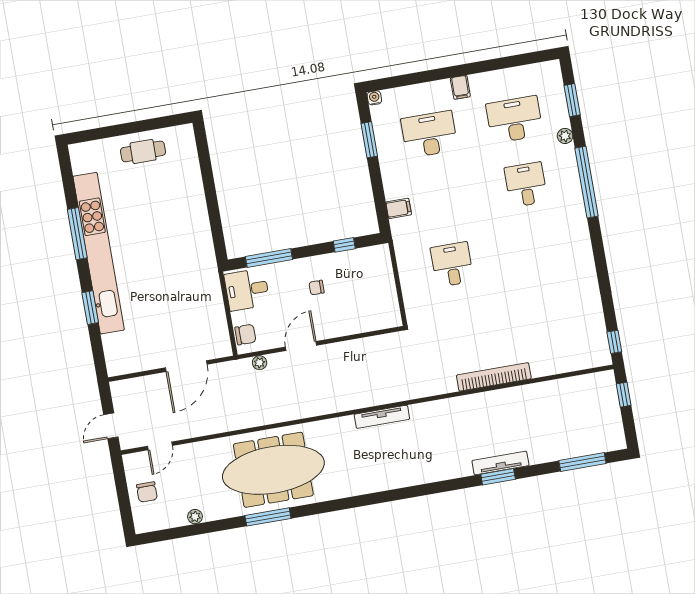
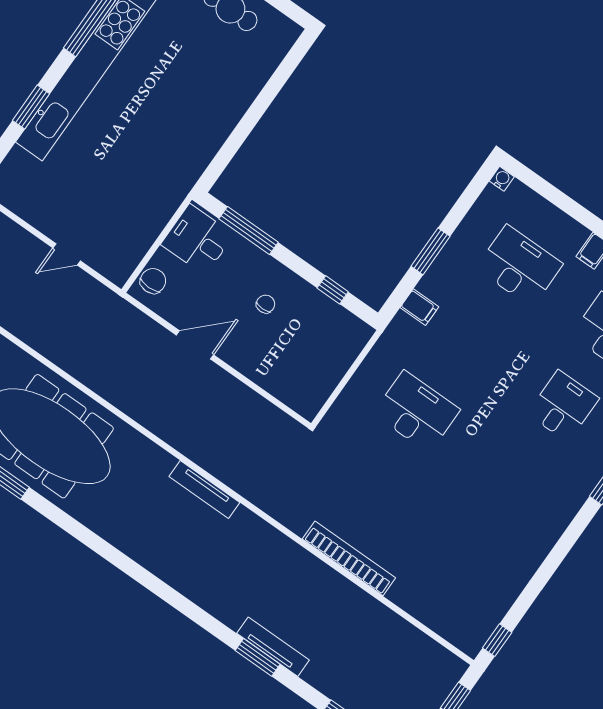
window: (369, 140) -> (430, 251), moved
desk: (452, 265) -> (417, 412), width x1.37
chair: (316, 288) -> (266, 304), turned 90
chair: (245, 335) -> (153, 281), turned -90
plant: (260, 363) -> (140, 321), removed
door: (186, 366) -> (67, 254), width x0.53

